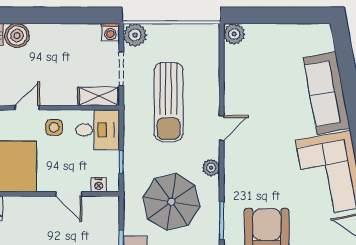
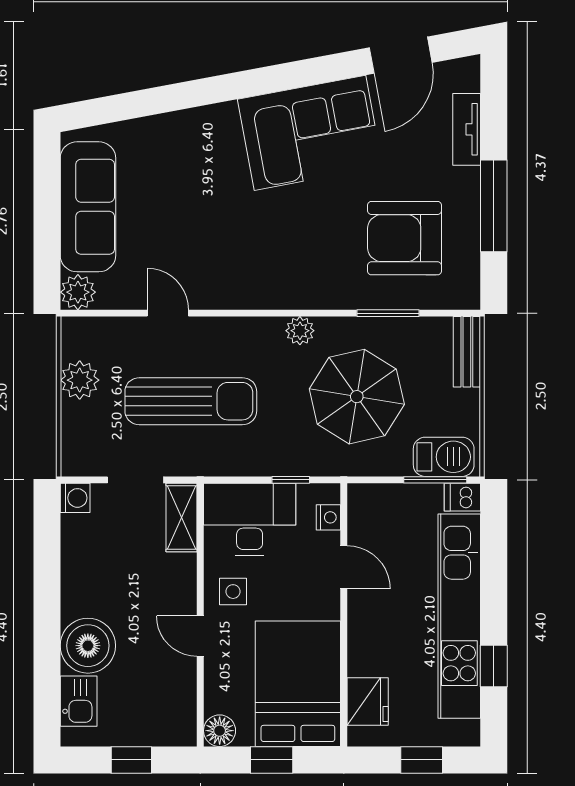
plant: (135, 35) -> (80, 380), moved
boiler: (17, 36) -> (88, 646), width x1.37, depth x1.37
sofa: (327, 93) -> (88, 207), moved, turned -79
door: (222, 128) -> (168, 313), moved
desk: (98, 130) -> (250, 519), width x1.37
door: (69, 194) -> (344, 567), hinge flipped

